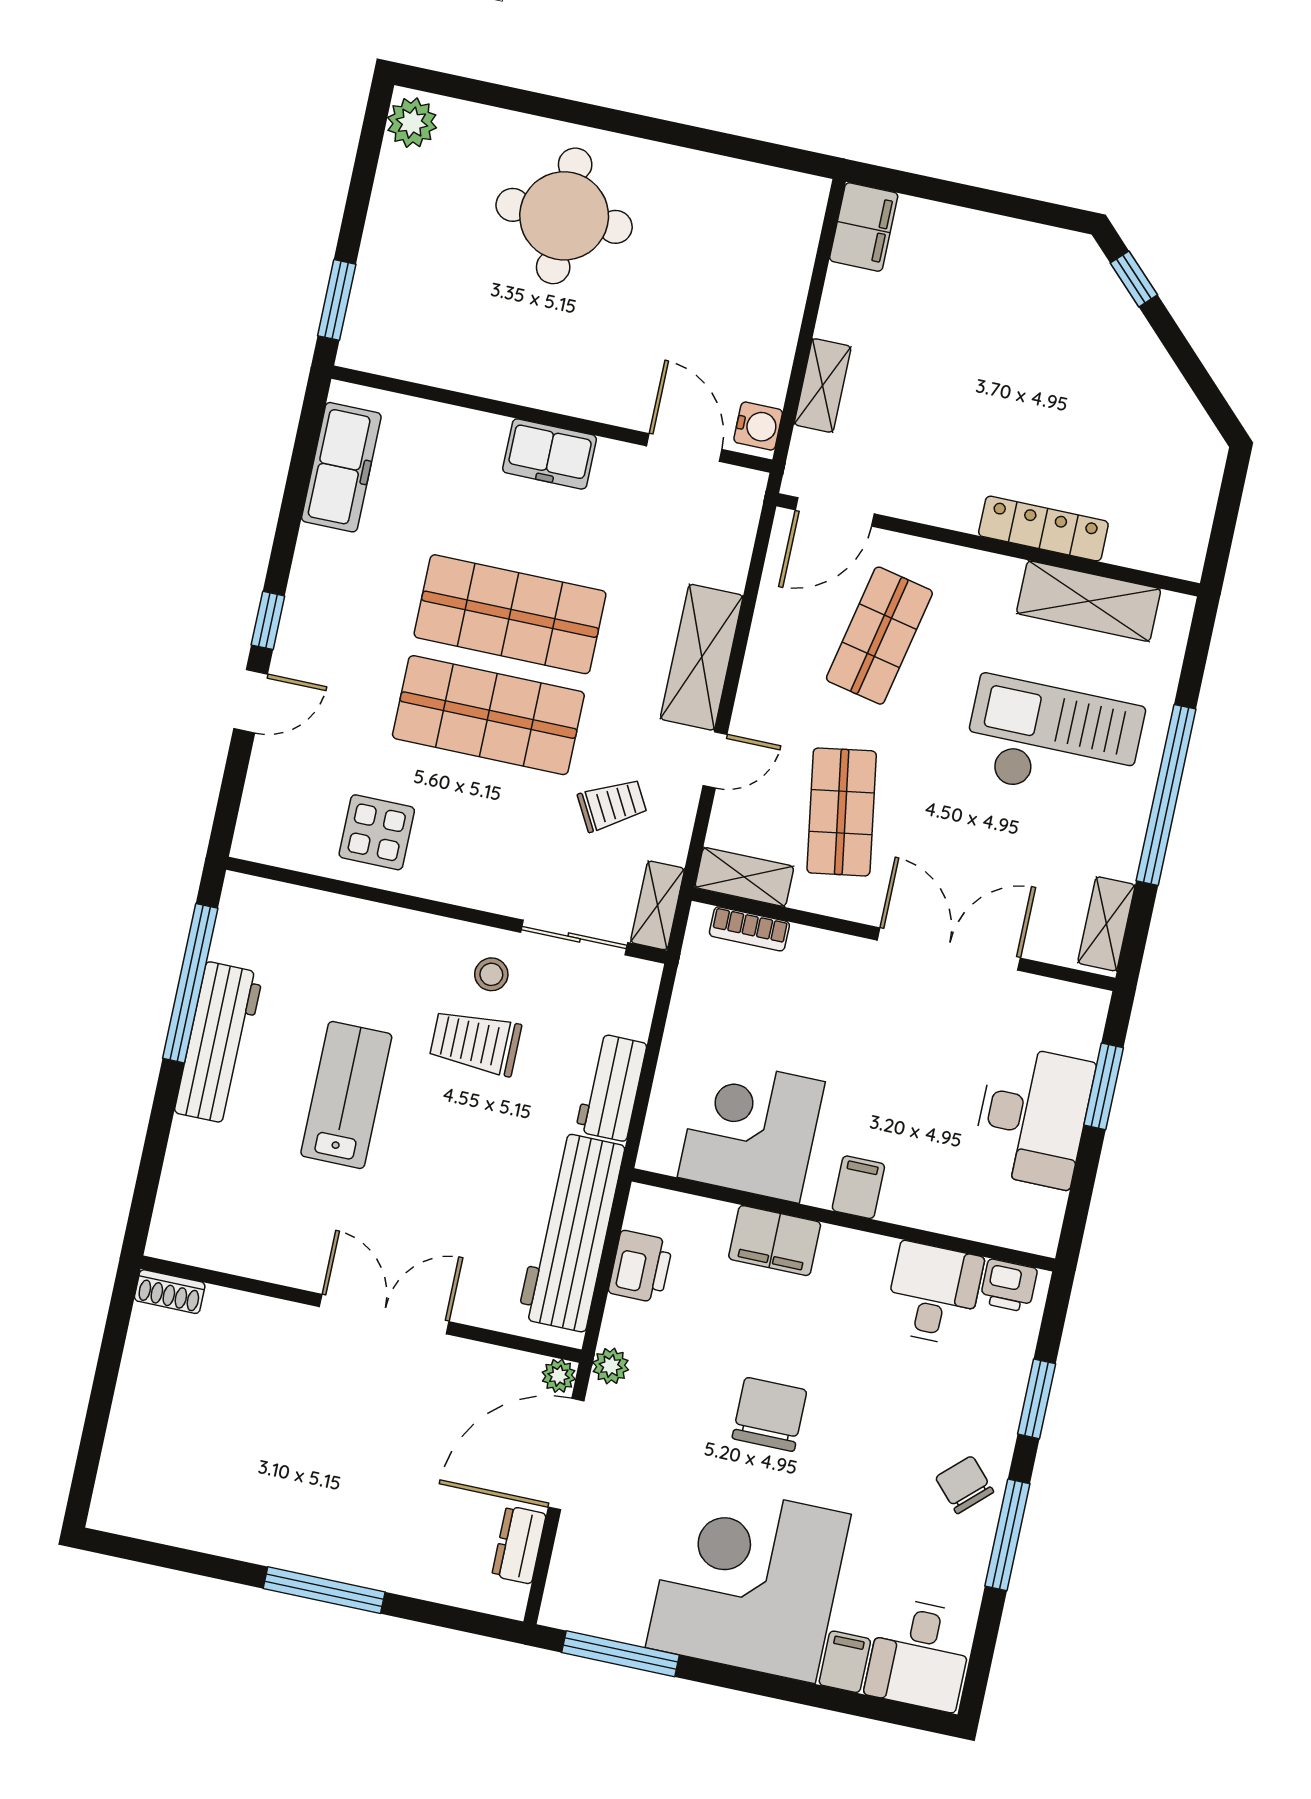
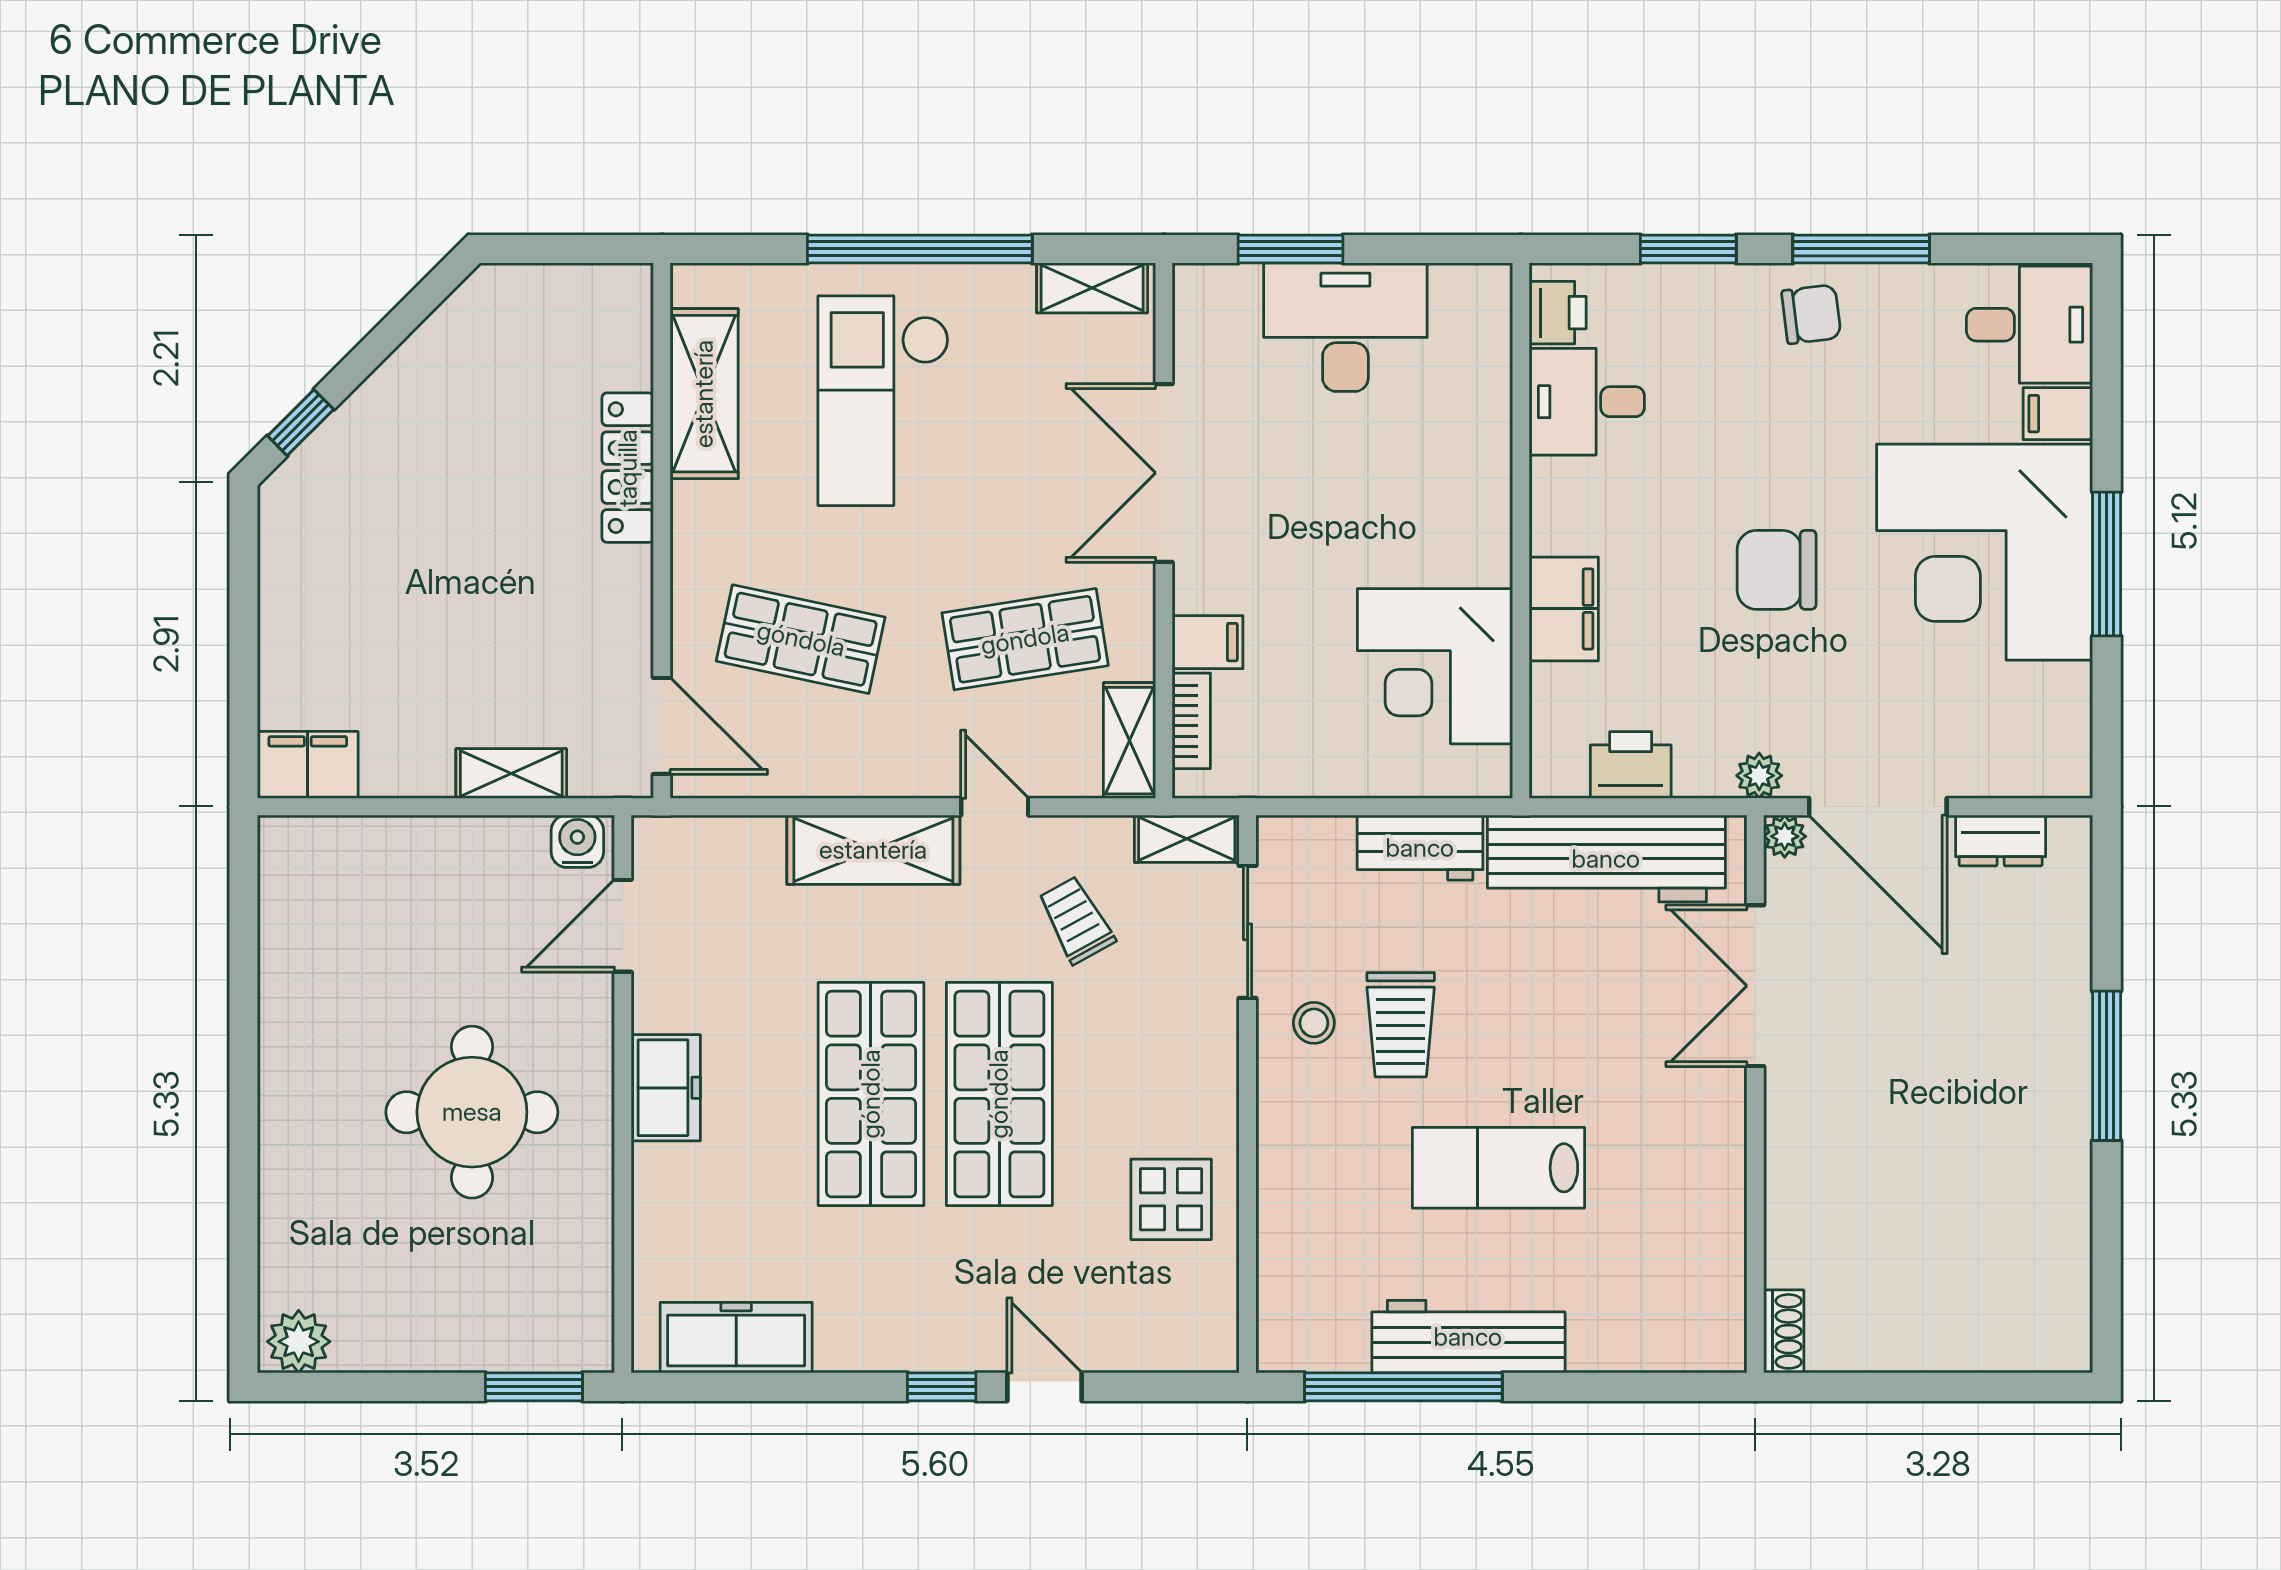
round table: (564, 216) -> (472, 1112), moved
filing cabinet: (858, 1187) -> (1208, 642), moved, turned 180
double door: (384, 1314) -> (1755, 986), moved
chair: (965, 1485) -> (1811, 314), turned -144
window: (621, 1654) -> (2107, 564), moved

